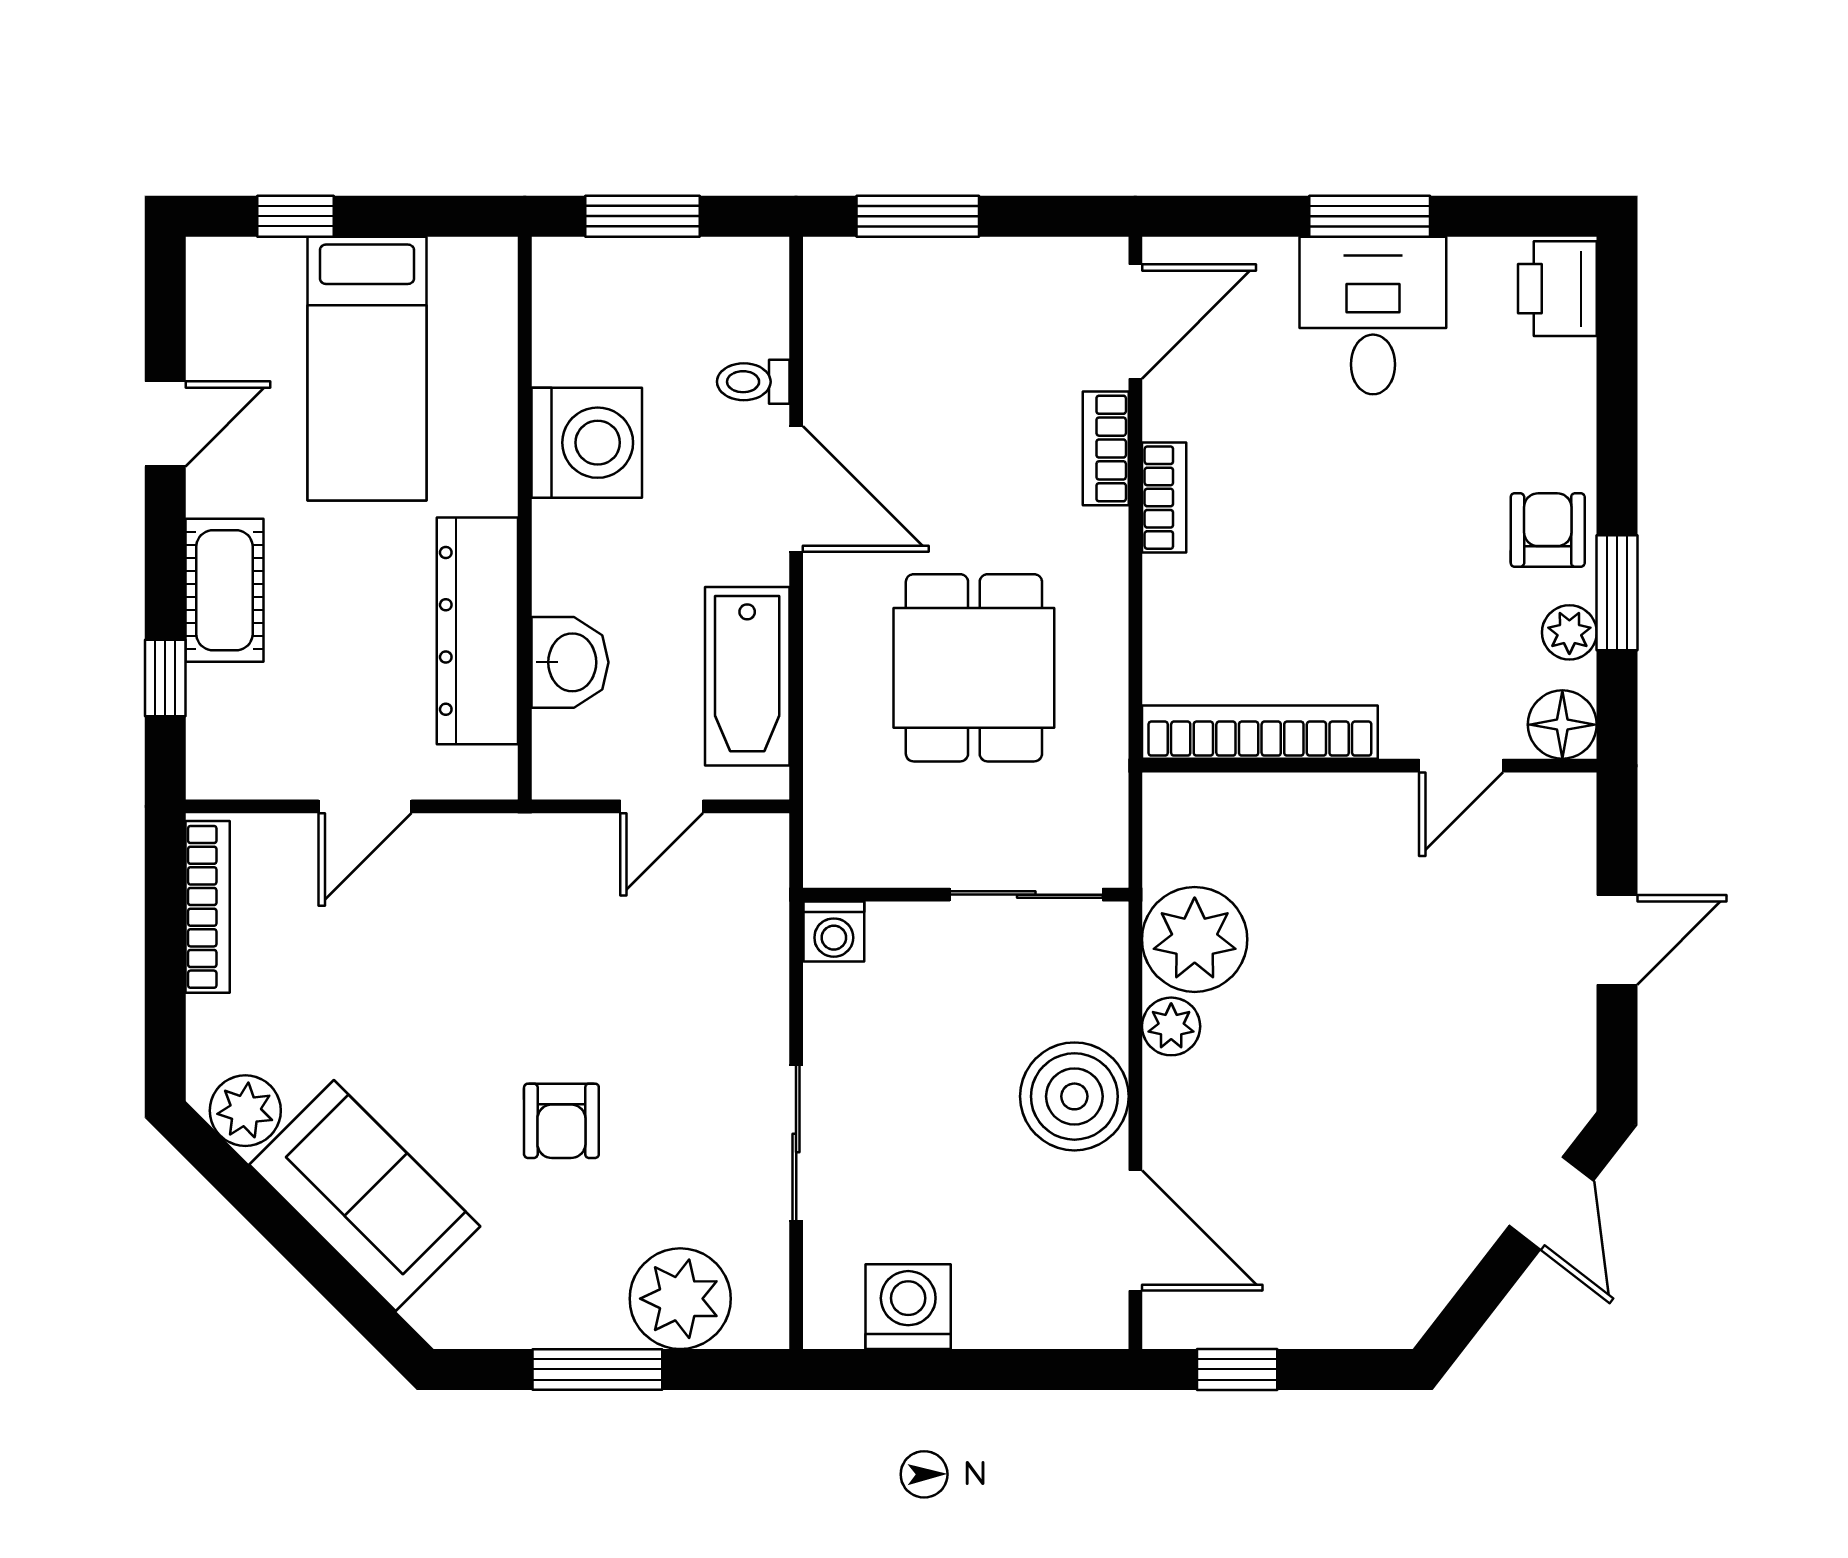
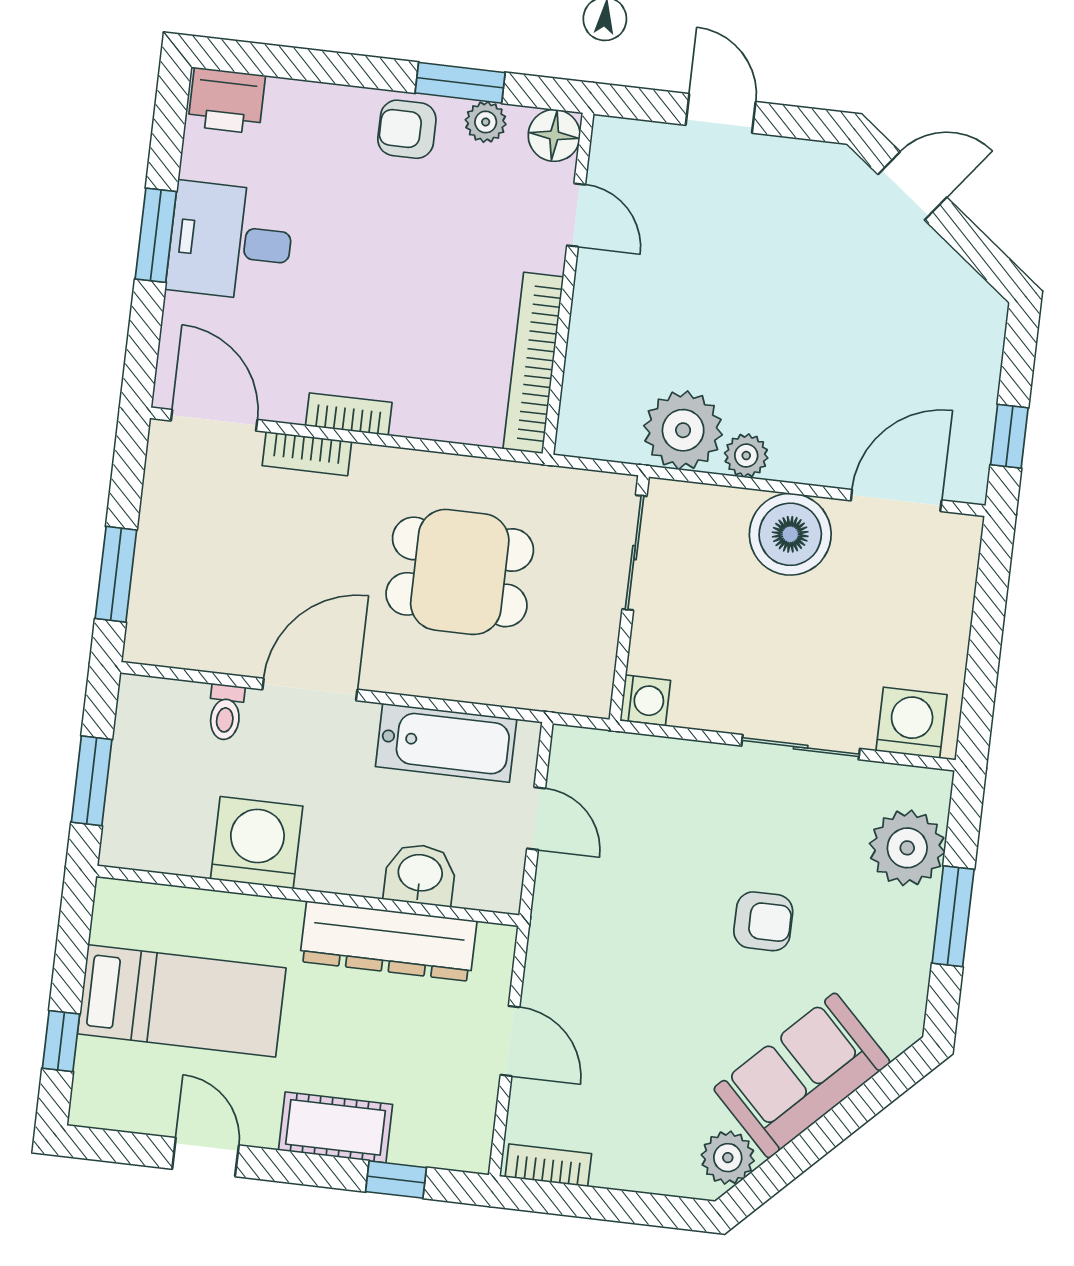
bookcase: (208, 907) -> (548, 1165), width x0.64
washing machine: (908, 1307) -> (911, 723), moved, turned 90

